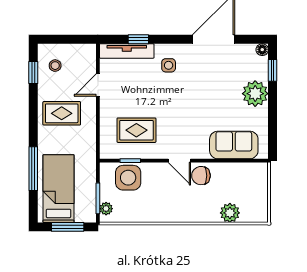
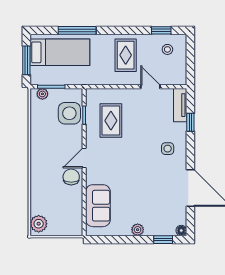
tv unit: (127, 51) -> (180, 105), width x0.71
plant: (255, 94) -> (138, 230), width x0.53, depth x0.53
plant: (230, 213) -> (39, 224), moved

